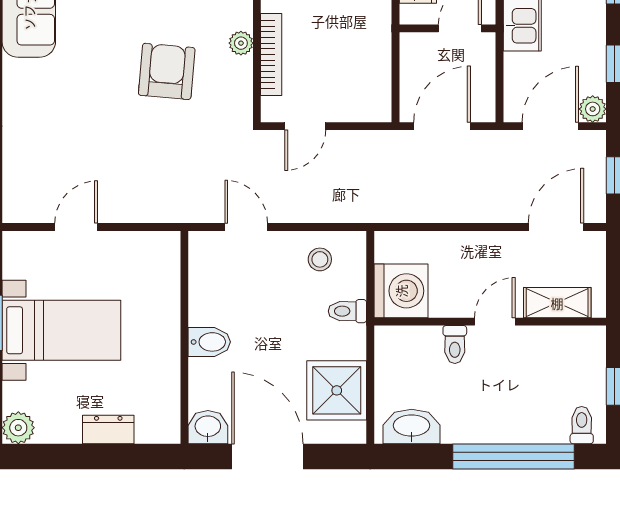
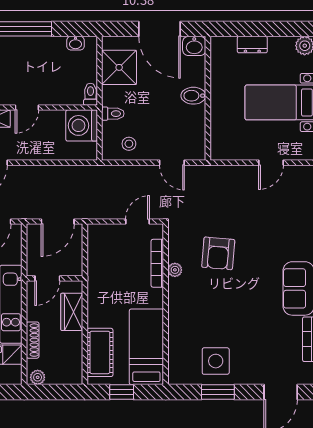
toilet: (455, 344) -> (90, 94), moved
washbasin: (412, 427) -> (75, 43), width x0.52, depth x0.69

